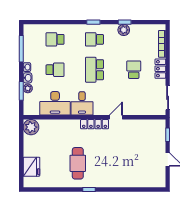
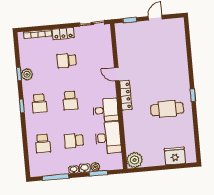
school desk: (55, 70) -> (74, 141), turned -90
school desk: (94, 70) -> (70, 101), width x0.54

